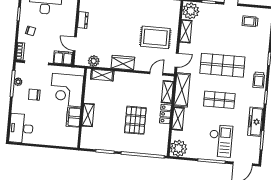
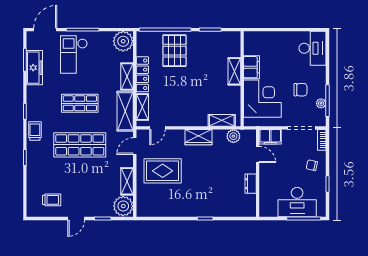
locker: (165, 114) -> (142, 74), width x1.53
pallet: (135, 120) -> (174, 51), moved
freezer: (256, 122) -> (34, 68), moved

